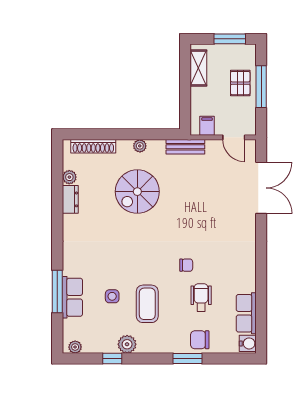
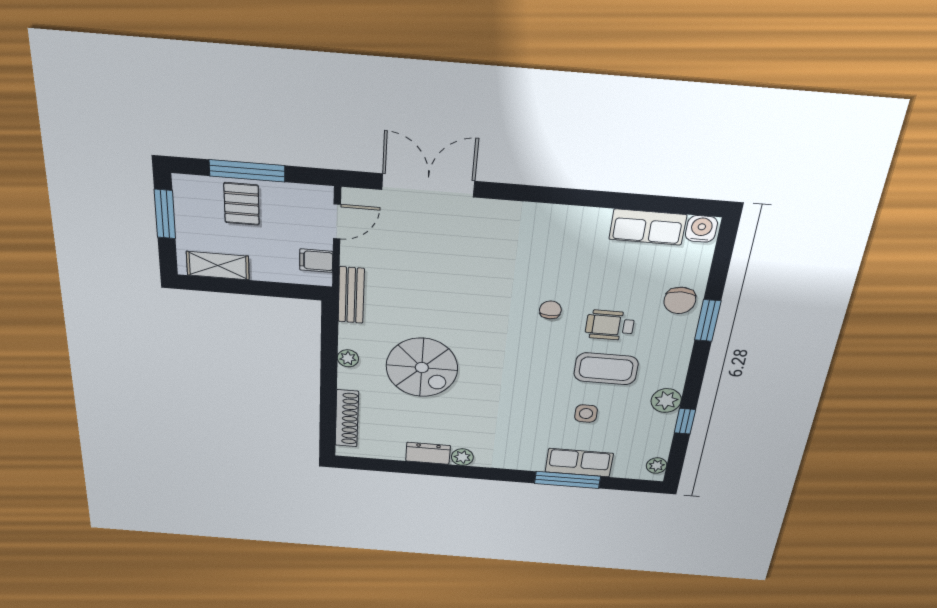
pallet: (240, 83) -> (242, 204), turned 90
plant: (69, 177) -> (462, 457), moved
wheelchair: (201, 298) -> (610, 325), moved

